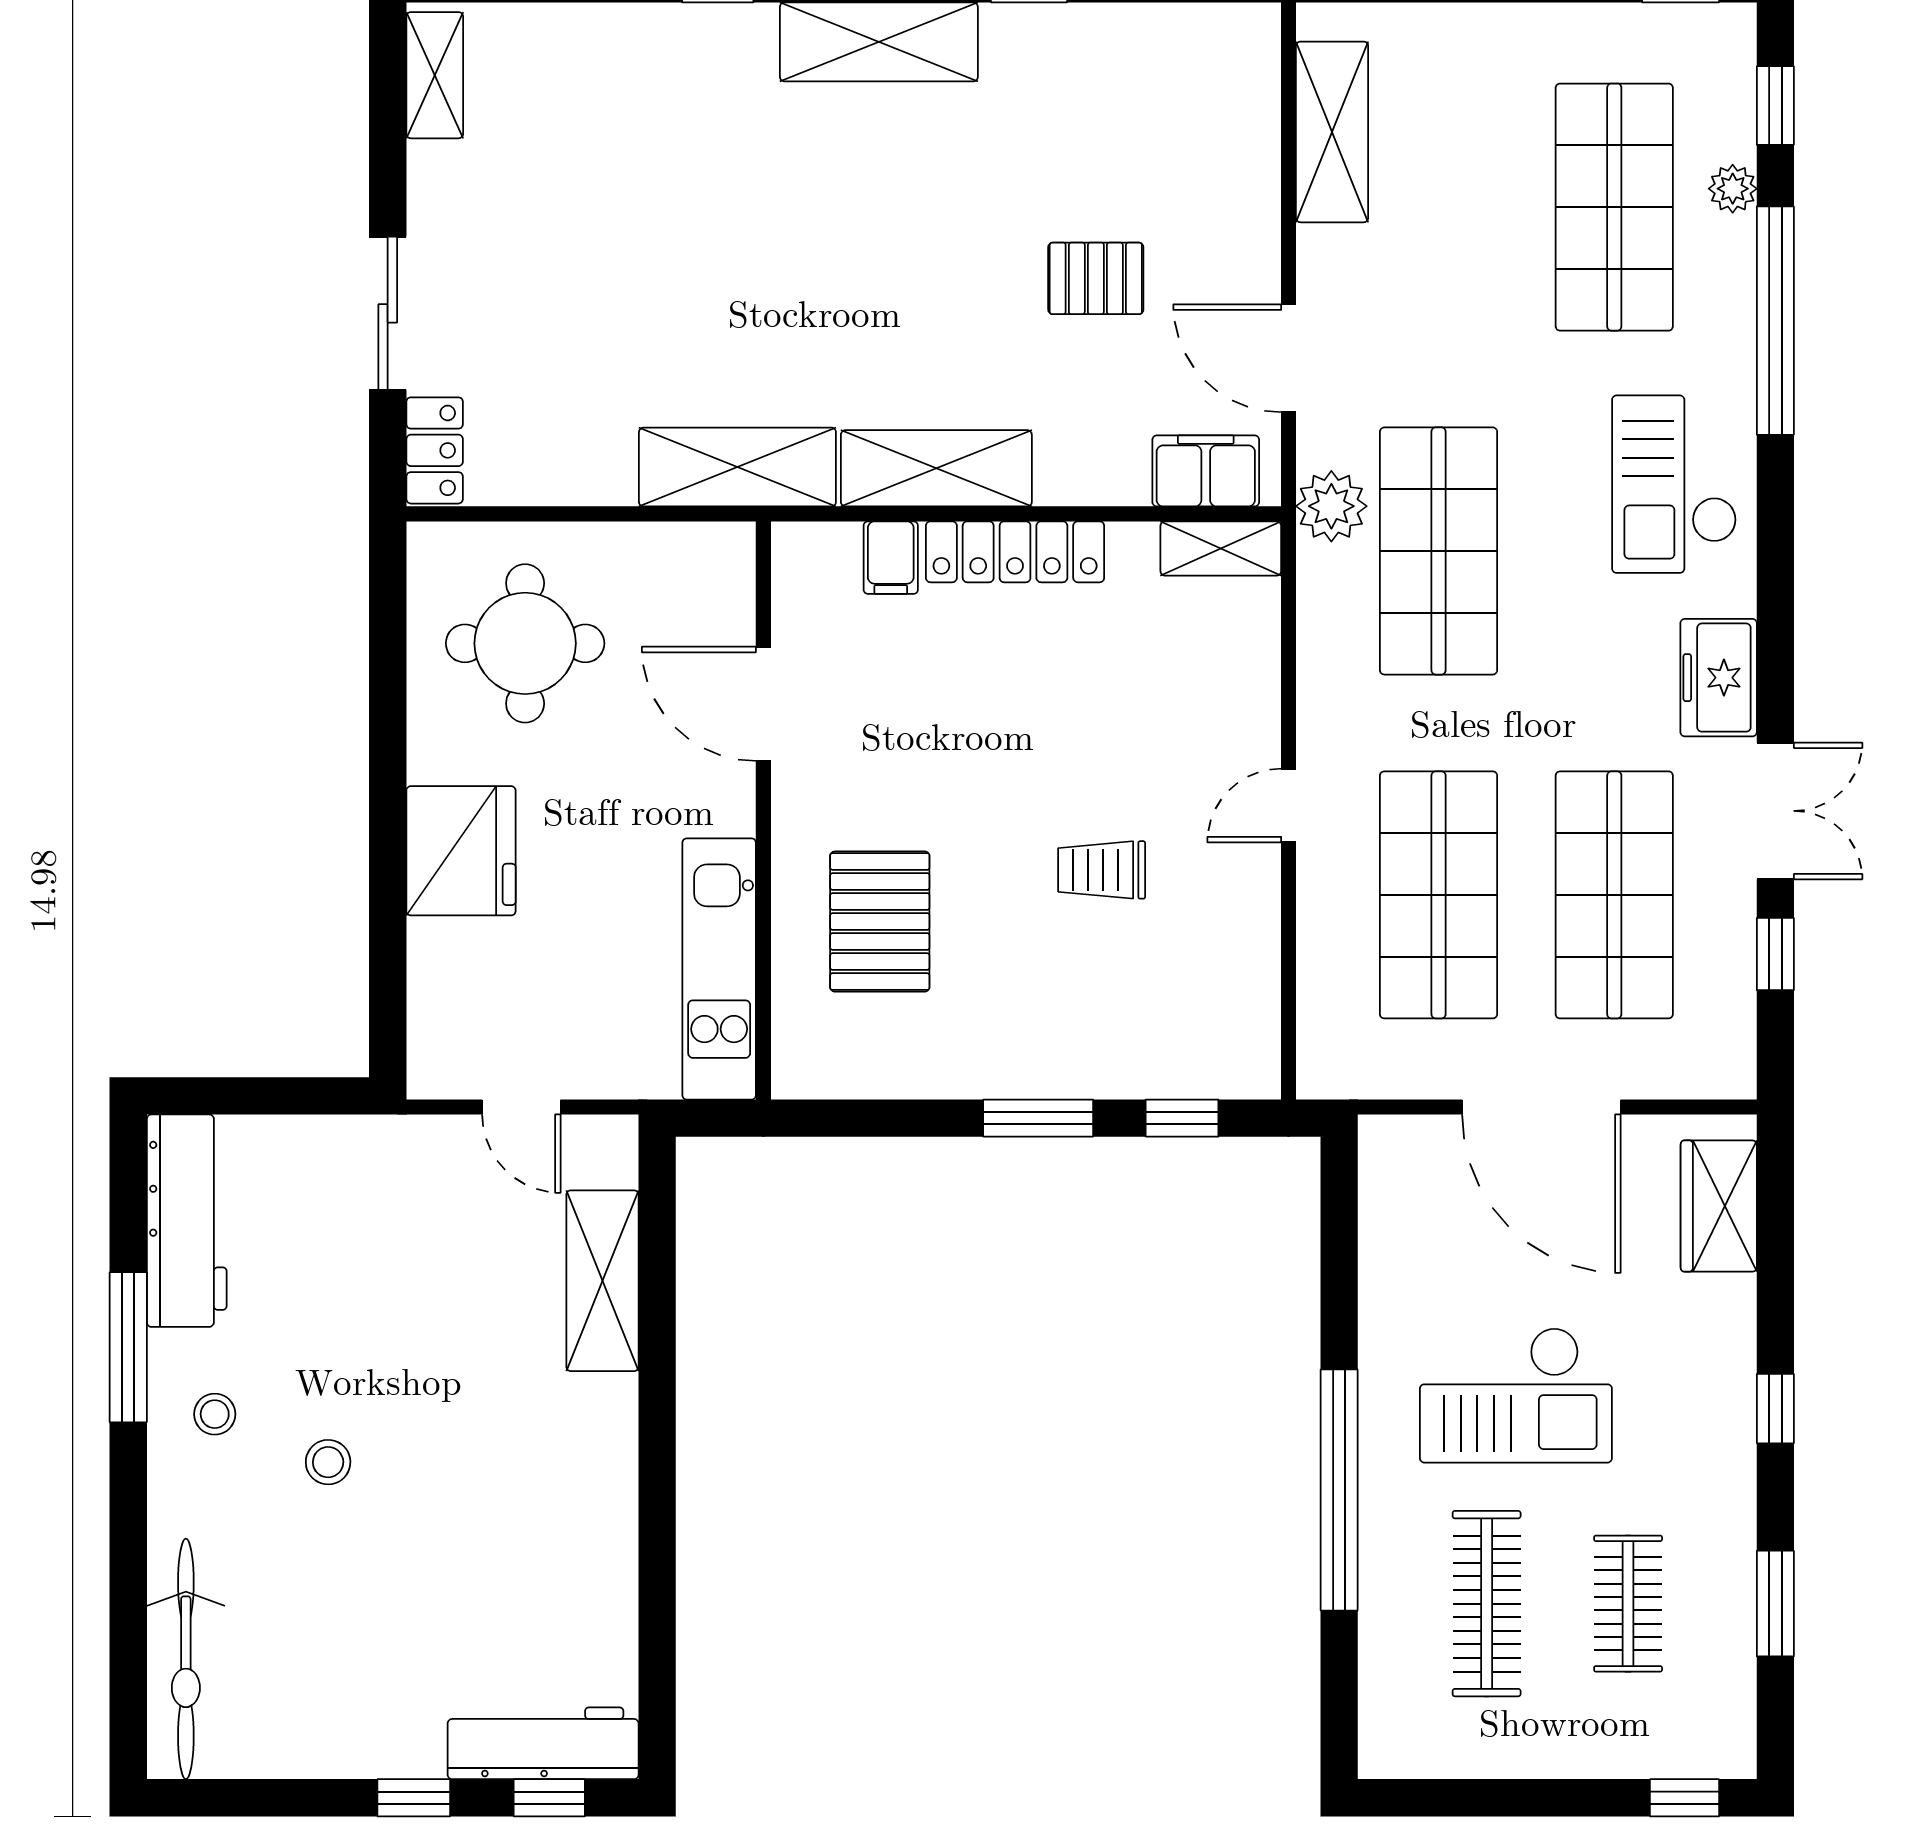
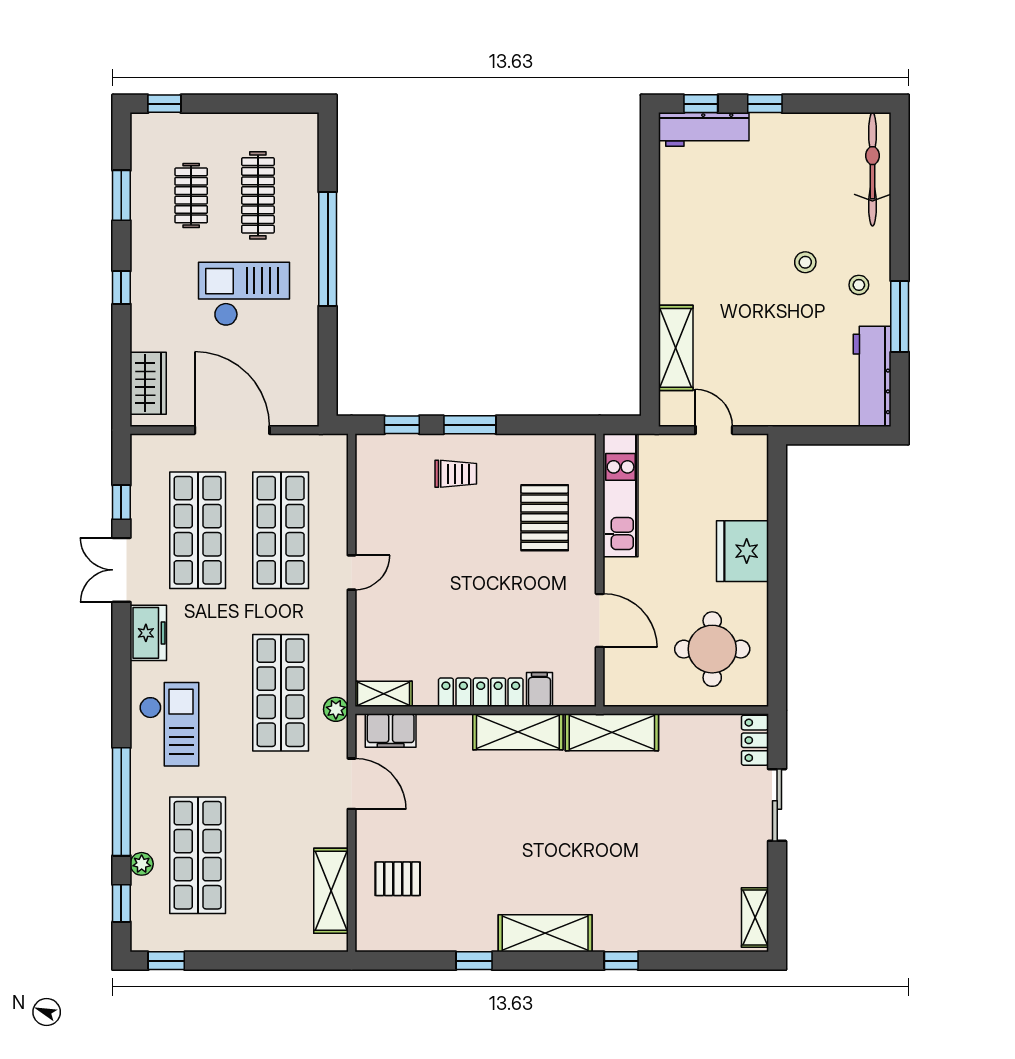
pallet: (1096, 278) -> (398, 879), moved
plant: (1331, 506) -> (336, 709), width x0.73, depth x0.73
trolley: (1102, 870) -> (456, 474), moved

